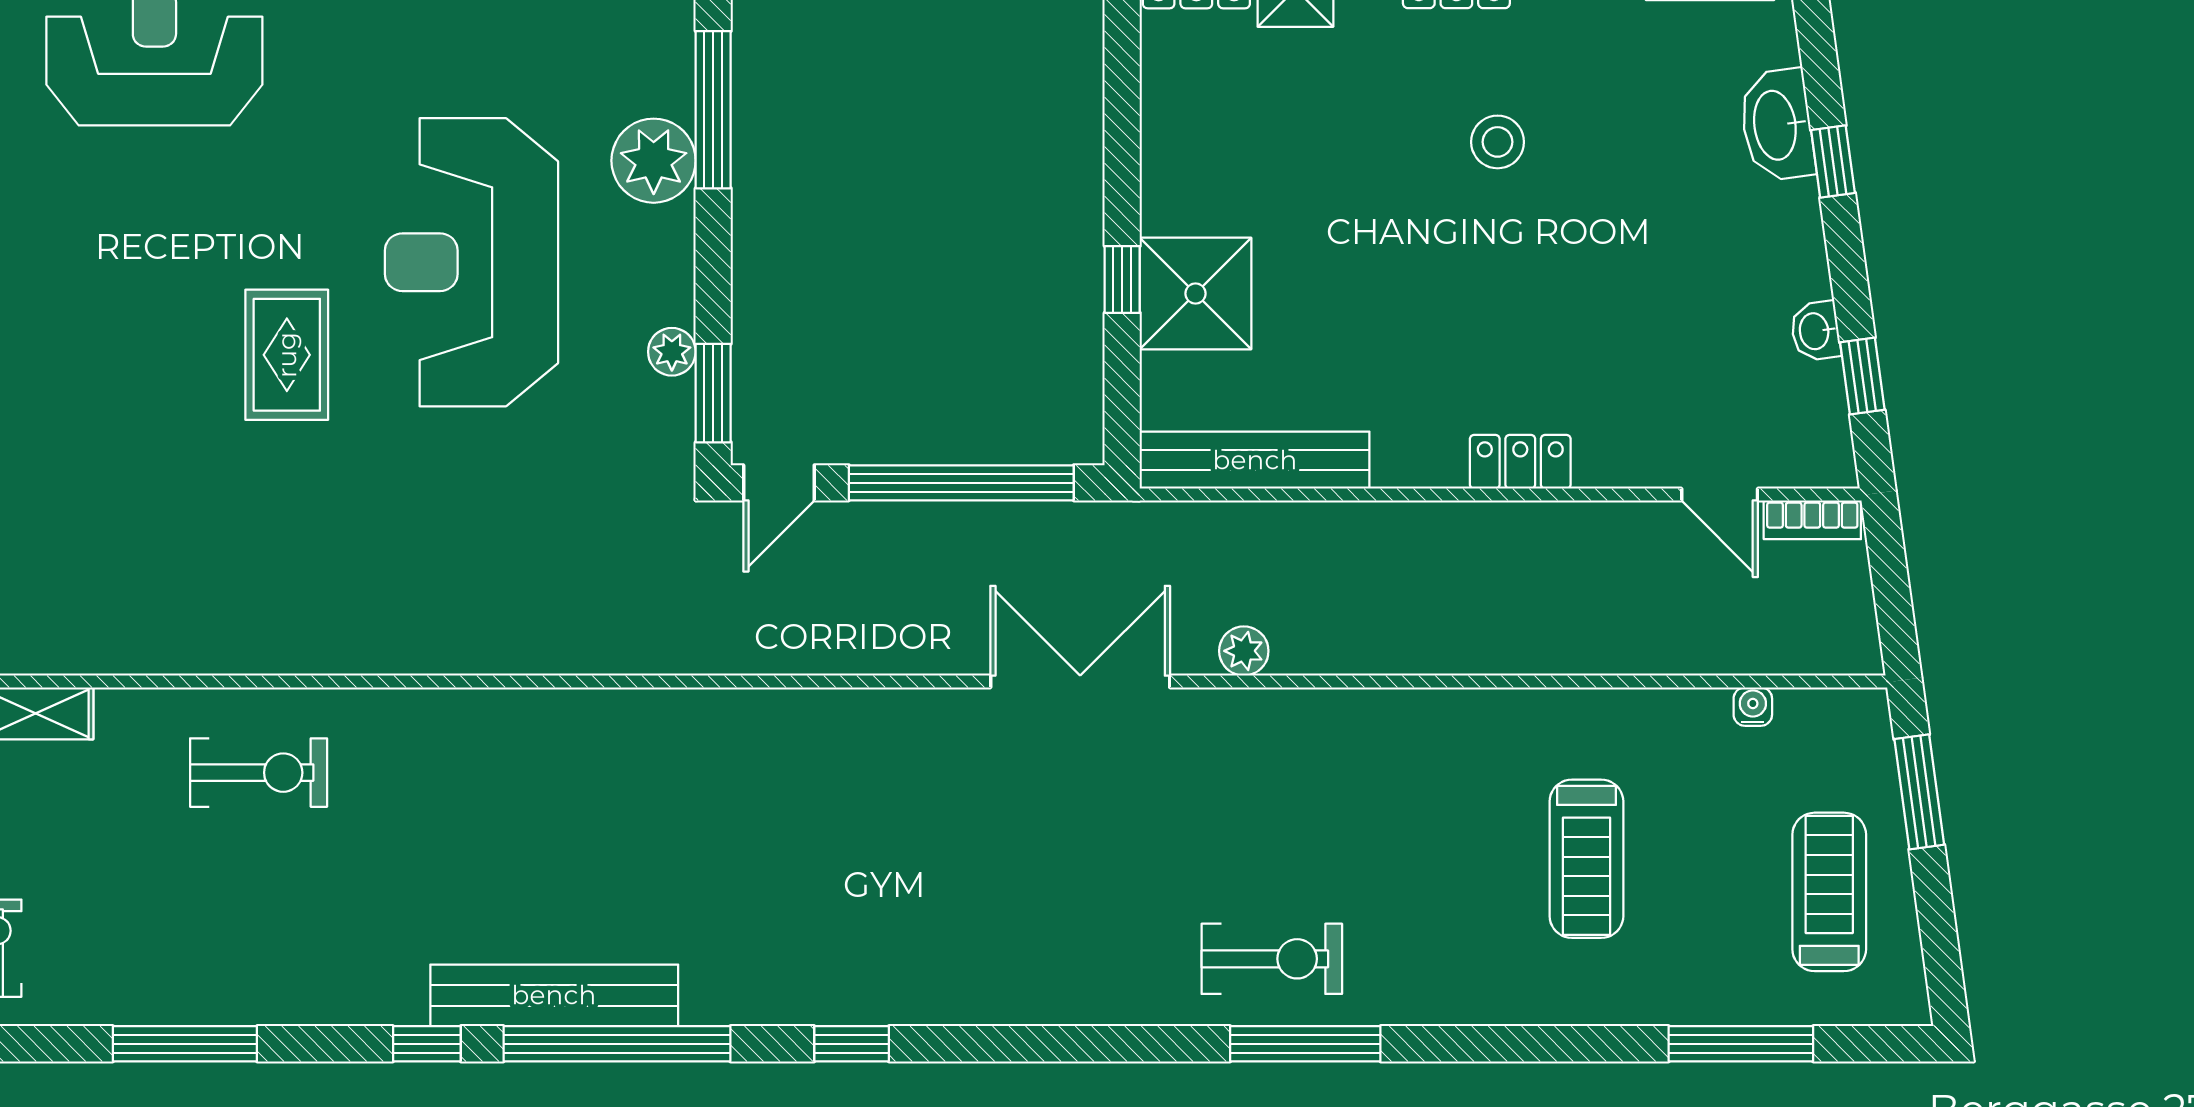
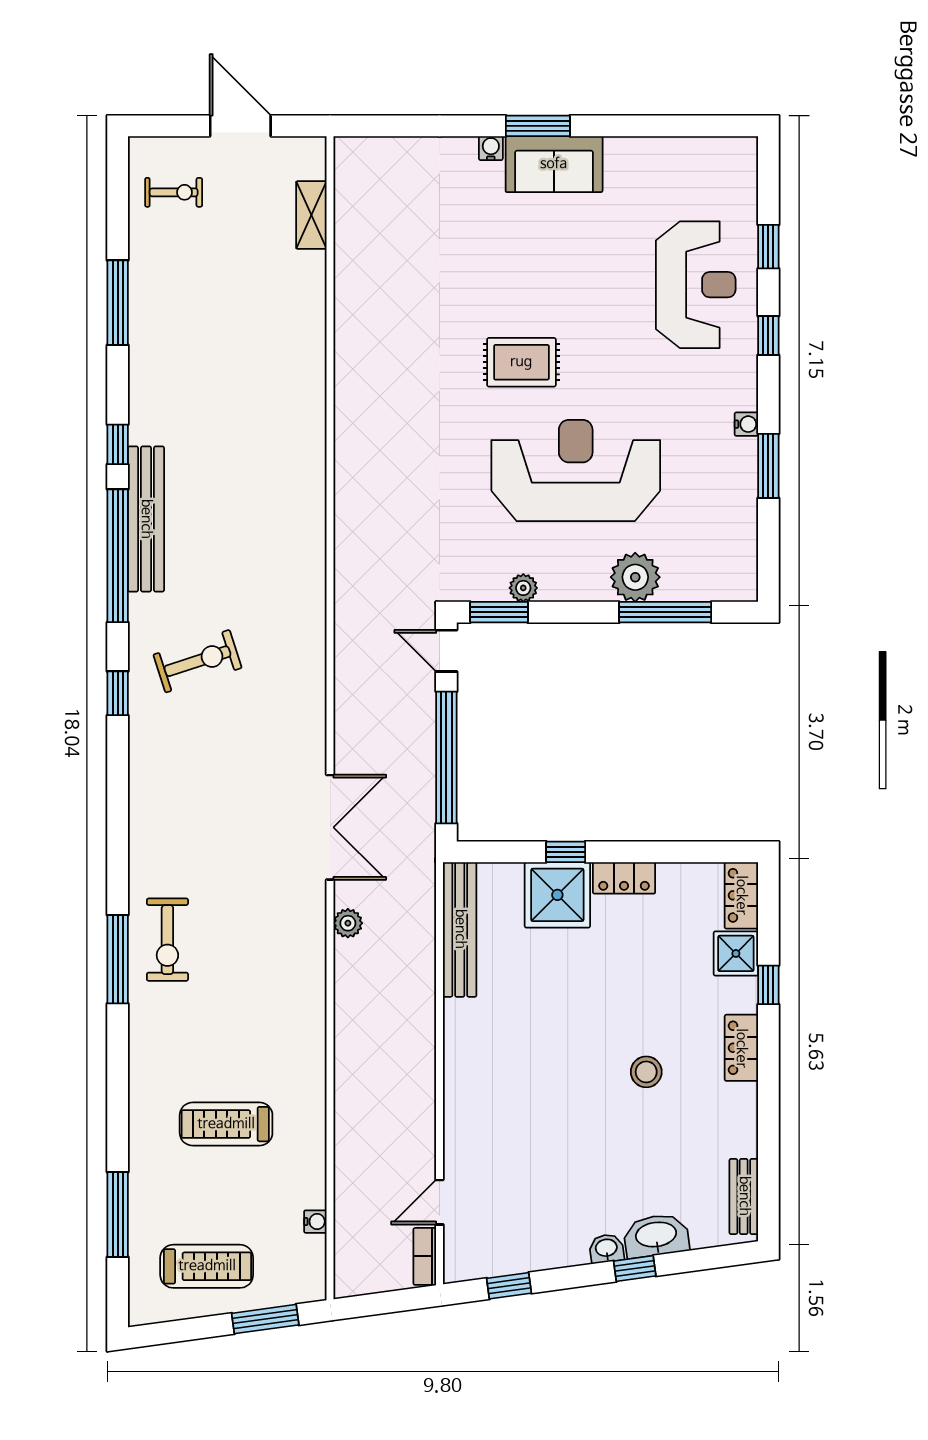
washbasin: (1815, 331) -> (606, 1248), moved
locker: (1520, 462) -> (624, 878), moved, turned 90
exercise bike: (259, 773) -> (198, 661), moved, turned -108

